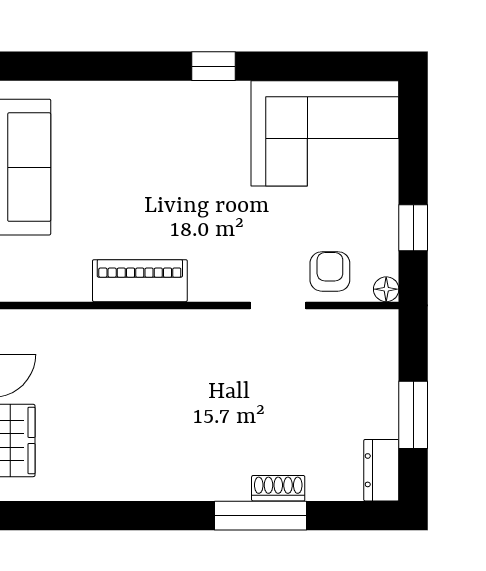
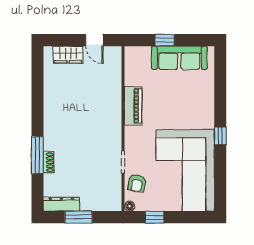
corner sofa: (325, 133) -> (185, 170), width x1.36, depth x1.36
armchair: (330, 271) -> (137, 183), turned 99
dresser: (381, 470) -> (61, 204), width x1.44

